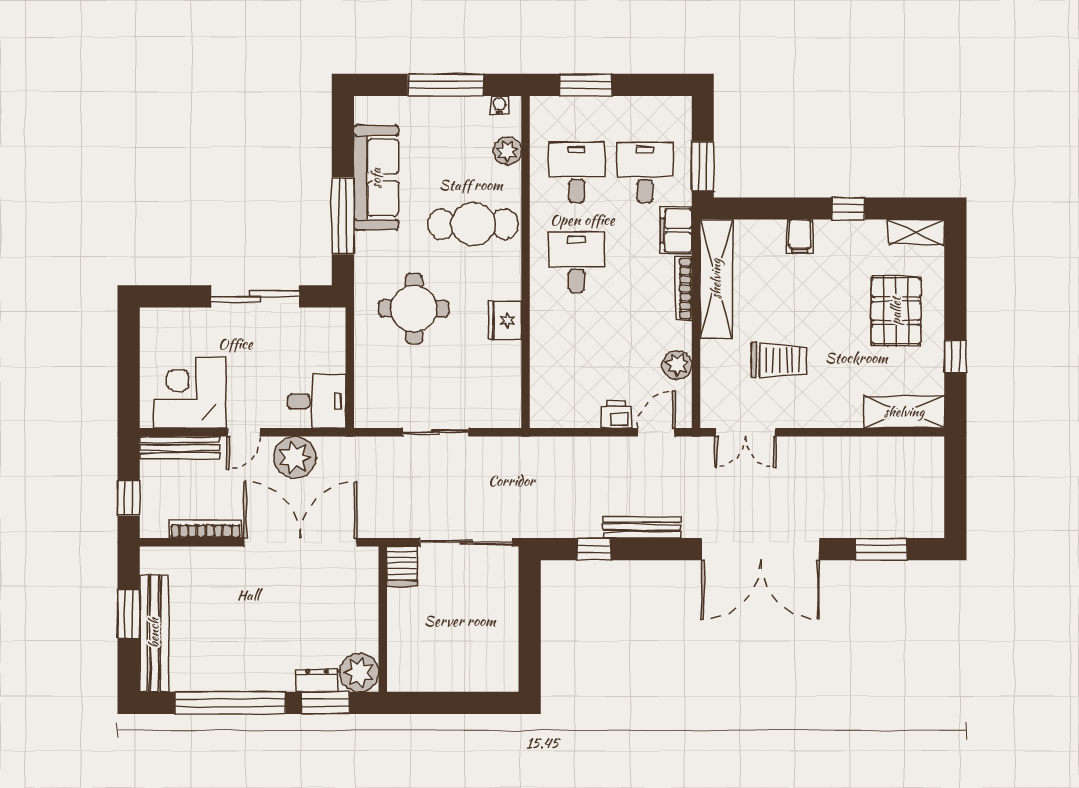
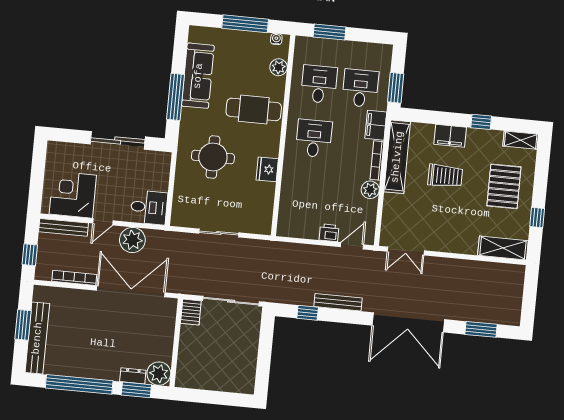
filing cabinet: (800, 236) -> (450, 136), width x2.00
trolley: (779, 360) -> (445, 176), moved
plant: (677, 365) -> (370, 190), moved

